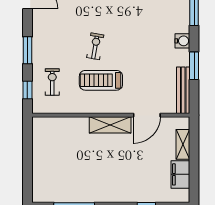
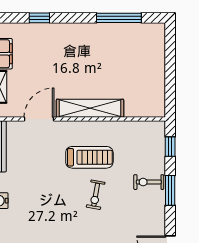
exercise bike: (52, 82) -> (149, 182), moved, turned 90
shelving: (110, 125) -> (90, 108), width x1.47

